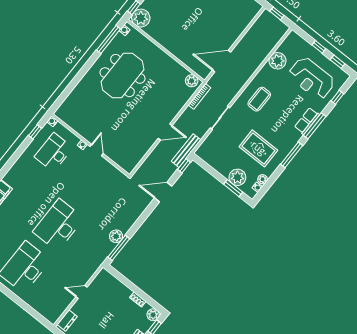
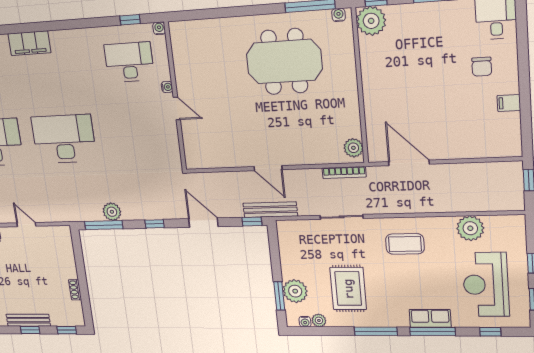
door: (97, 150) -> (177, 108), hinge flipped
window: (142, 219) -> (155, 224), added
plant: (153, 315) -> (76, 318), removed

